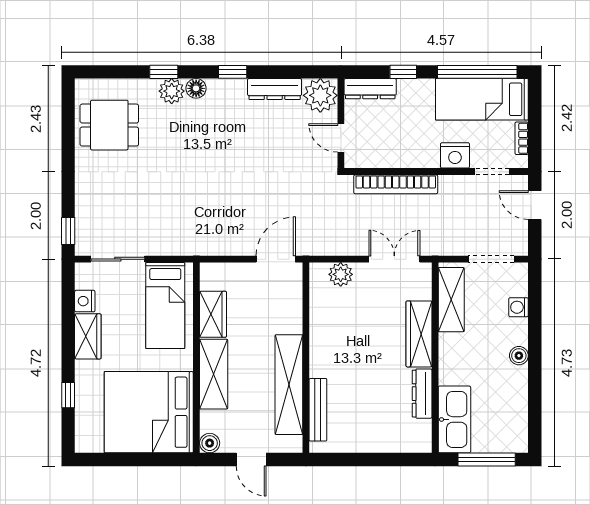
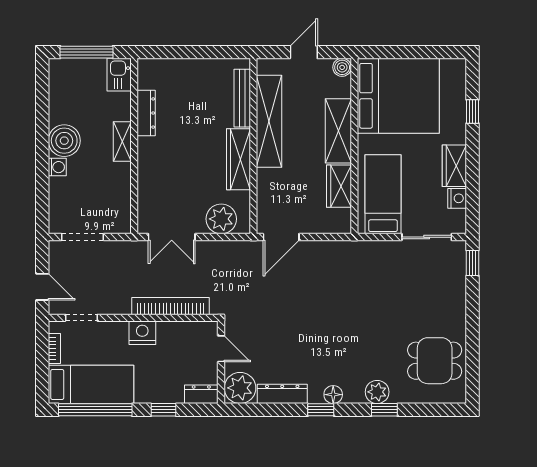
floor lamp: (196, 88) -> (333, 395), moved
dresser: (370, 89) -> (201, 394), width x0.70
nightstand: (455, 155) -> (142, 333), moved
plant: (341, 274) -> (221, 219), width x1.36, depth x1.36
shelving: (451, 300) -> (122, 142), moved, width x0.67, depth x0.75
washing machine: (519, 307) -> (57, 167), moved
wardrobe: (419, 334) -> (239, 159), moved, turned 180
boiler: (519, 356) -> (64, 141), width x1.86, depth x1.86
kitchen sink: (454, 419) -> (119, 75), width x0.53, depth x0.81
door: (251, 460) -> (304, 52), hinge flipped

